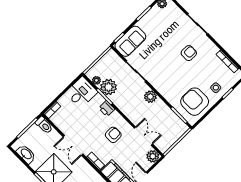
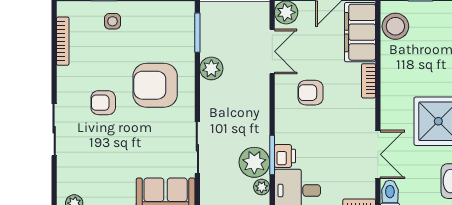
plant: (150, 97) -> (211, 68), moved
armchair: (195, 102) -> (155, 85), moved, turned 90
printer: (107, 109) -> (285, 156), moved
double door: (143, 136) -> (272, 51), swing flipped
double door: (73, 145) -> (378, 154), moved

